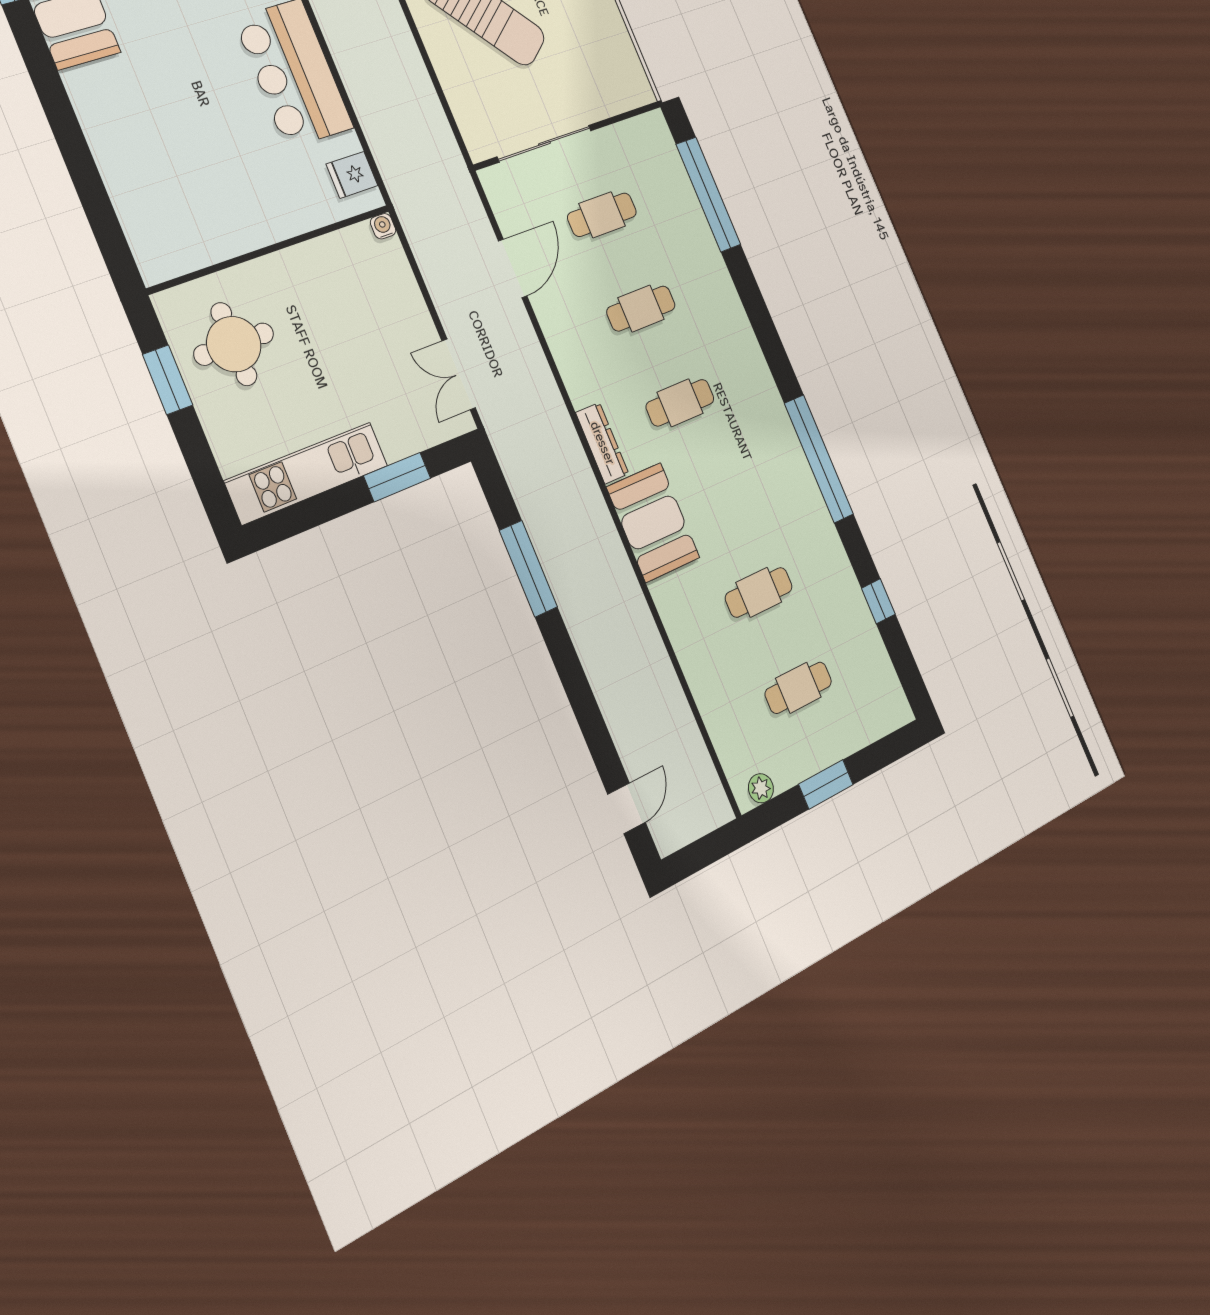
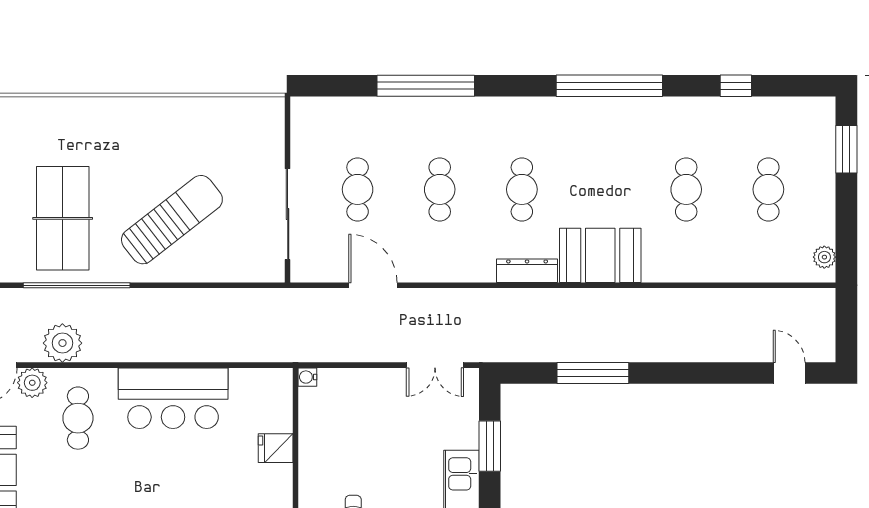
fridge: (352, 175) -> (276, 448), moved, turned 90
window: (708, 194) -> (426, 86), moved
window: (826, 784) -> (846, 149), moved

